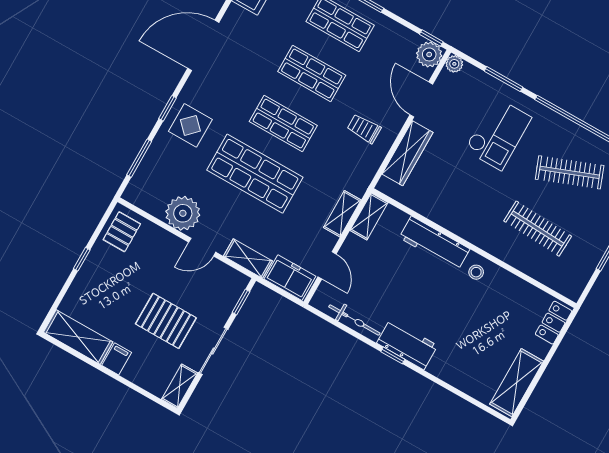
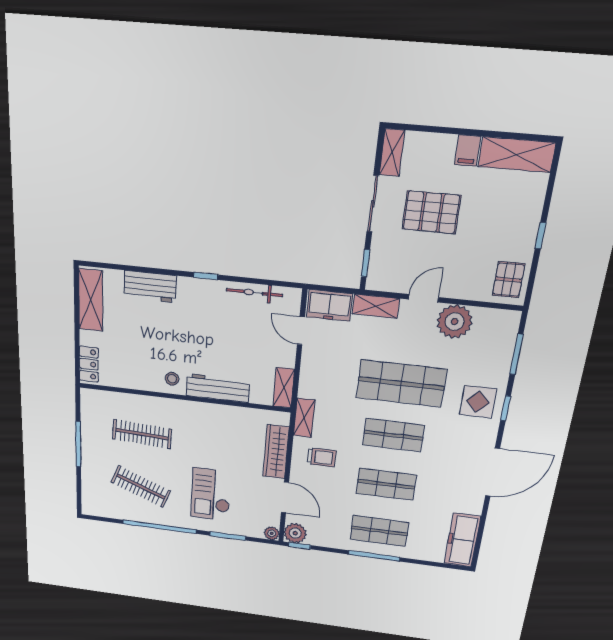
clothes rail: (570, 172) -> (141, 487), turned 42
shelving: (342, 214) -> (304, 418), moved
workbench: (407, 344) -> (150, 287), moved

